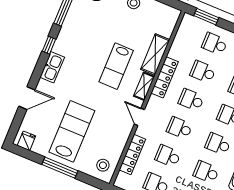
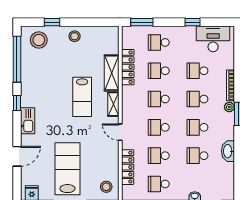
locker: (165, 77) -> (128, 67), moved

